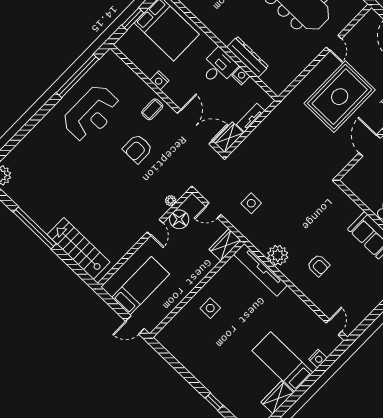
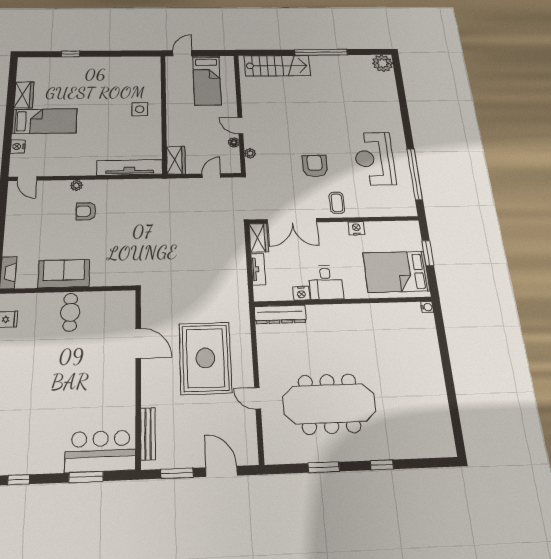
dresser: (248, 57) -> (280, 314), moved
side table: (251, 203) -> (188, 207), removed
floor lamp: (179, 219) -> (234, 142), width x0.53, depth x0.53
plant: (278, 255) -> (76, 185), moved, width x0.53, depth x0.53

